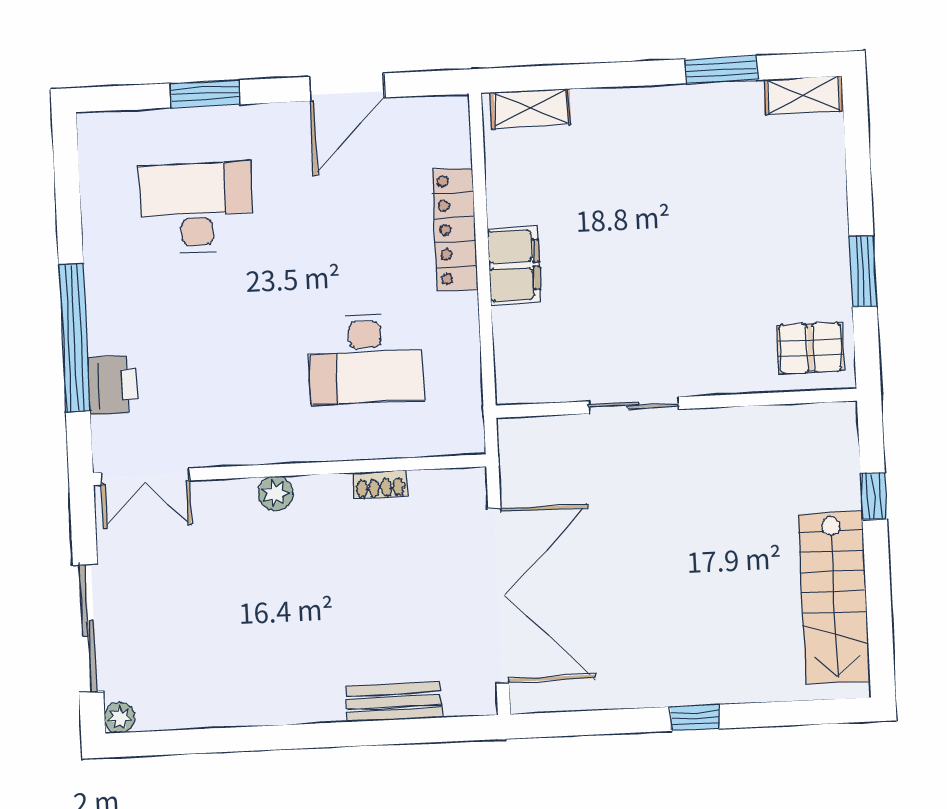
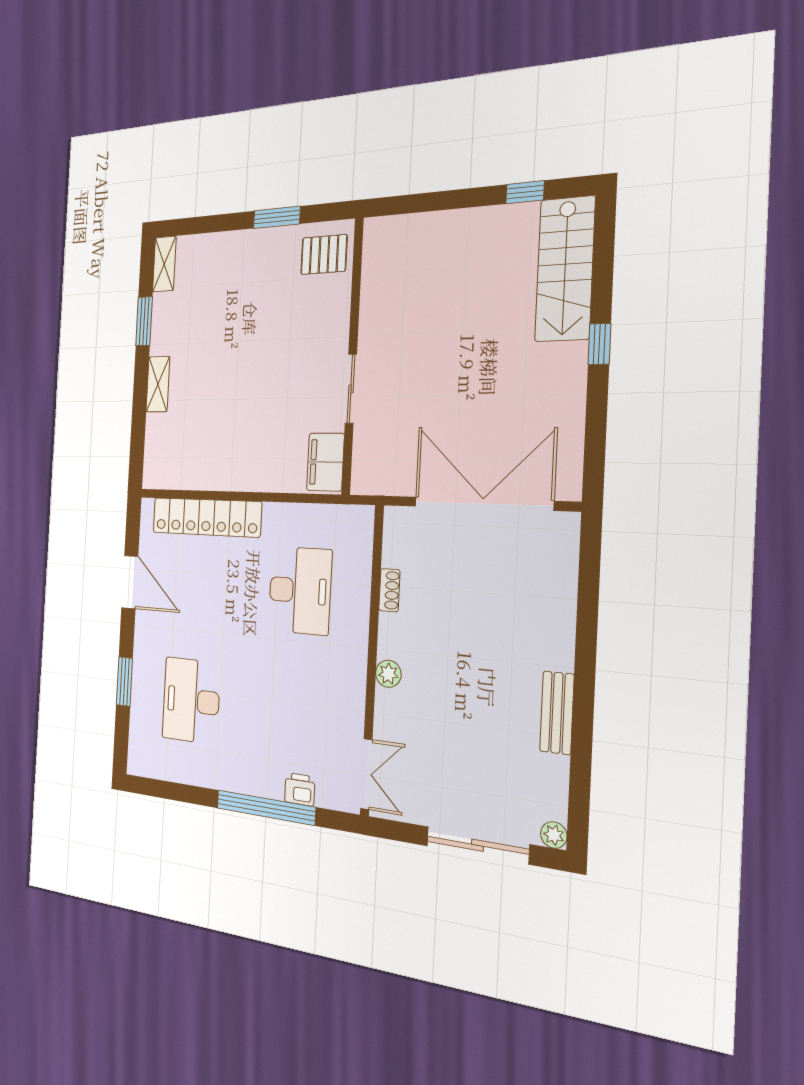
shelving: (531, 108) -> (158, 384), moved
locker: (455, 230) -> (206, 517), width x1.41, depth x1.21
filing cabinet: (514, 265) -> (325, 462), moved, turned -90
pallet: (810, 348) -> (324, 255), turned 90
printer: (113, 385) -> (300, 789), width x0.73, depth x0.81
window: (874, 496) -> (525, 192), moved
stairs: (834, 598) -> (565, 269), moved, turned 90
bench: (394, 702) -> (557, 713), moved

